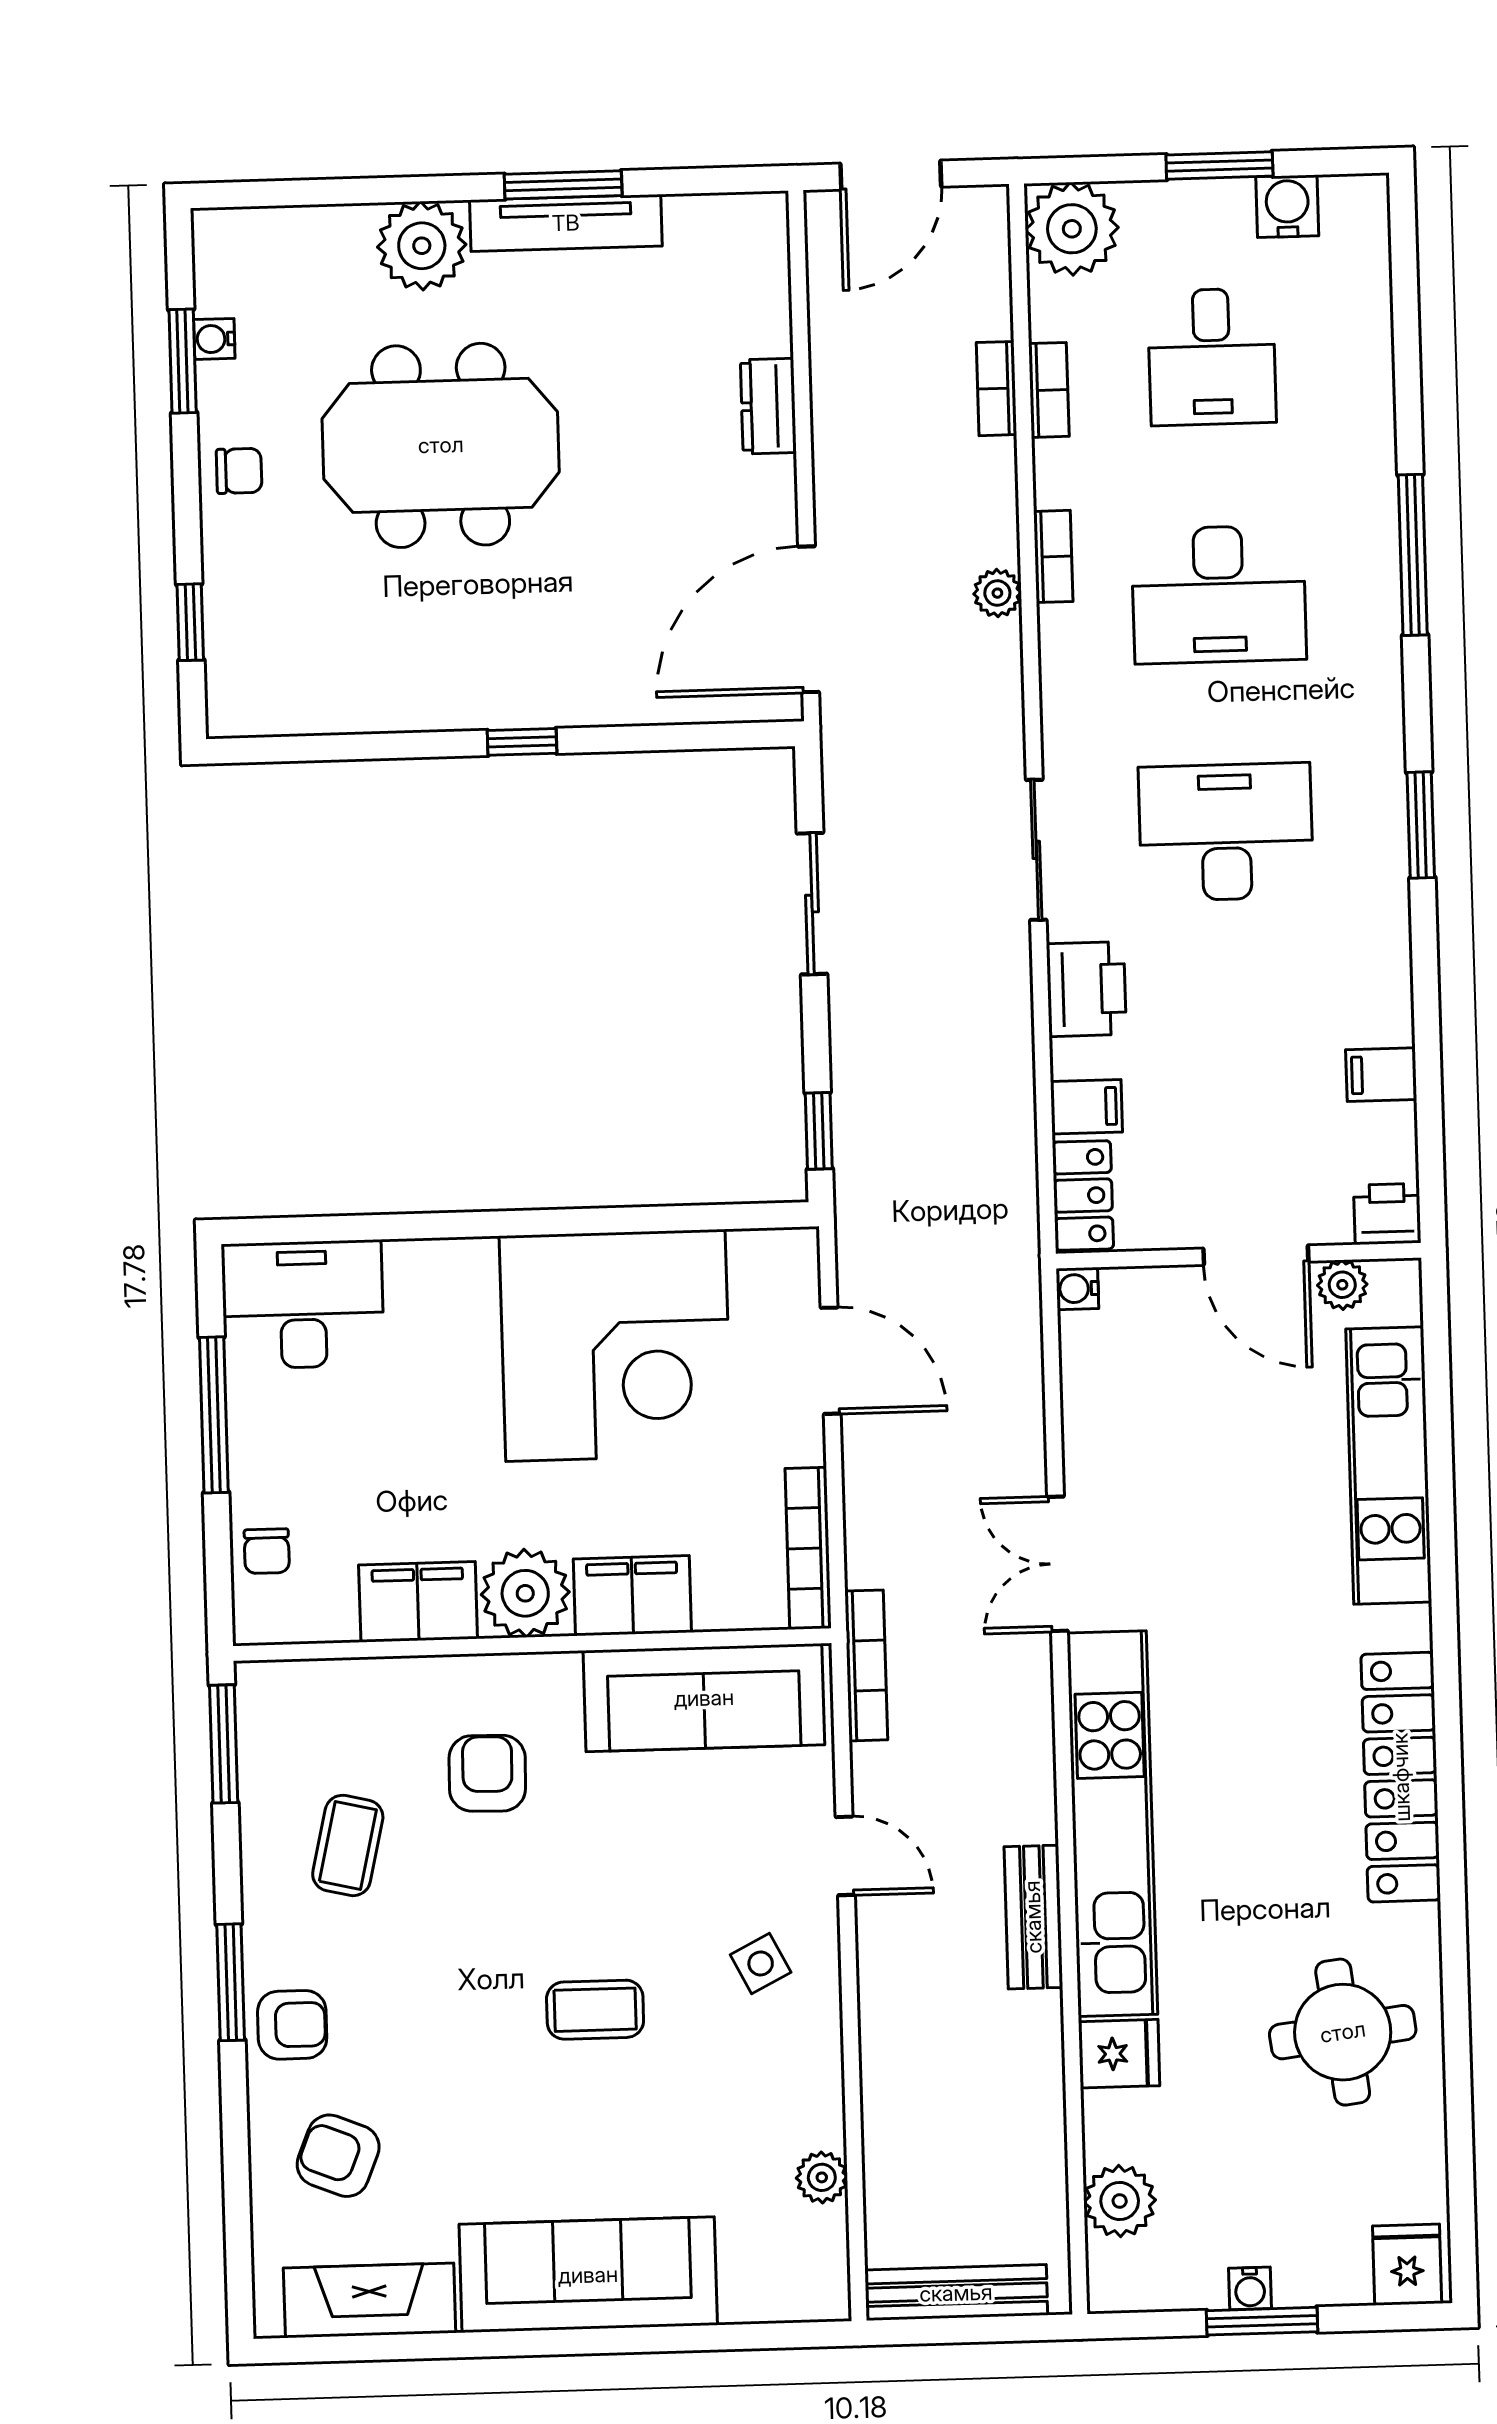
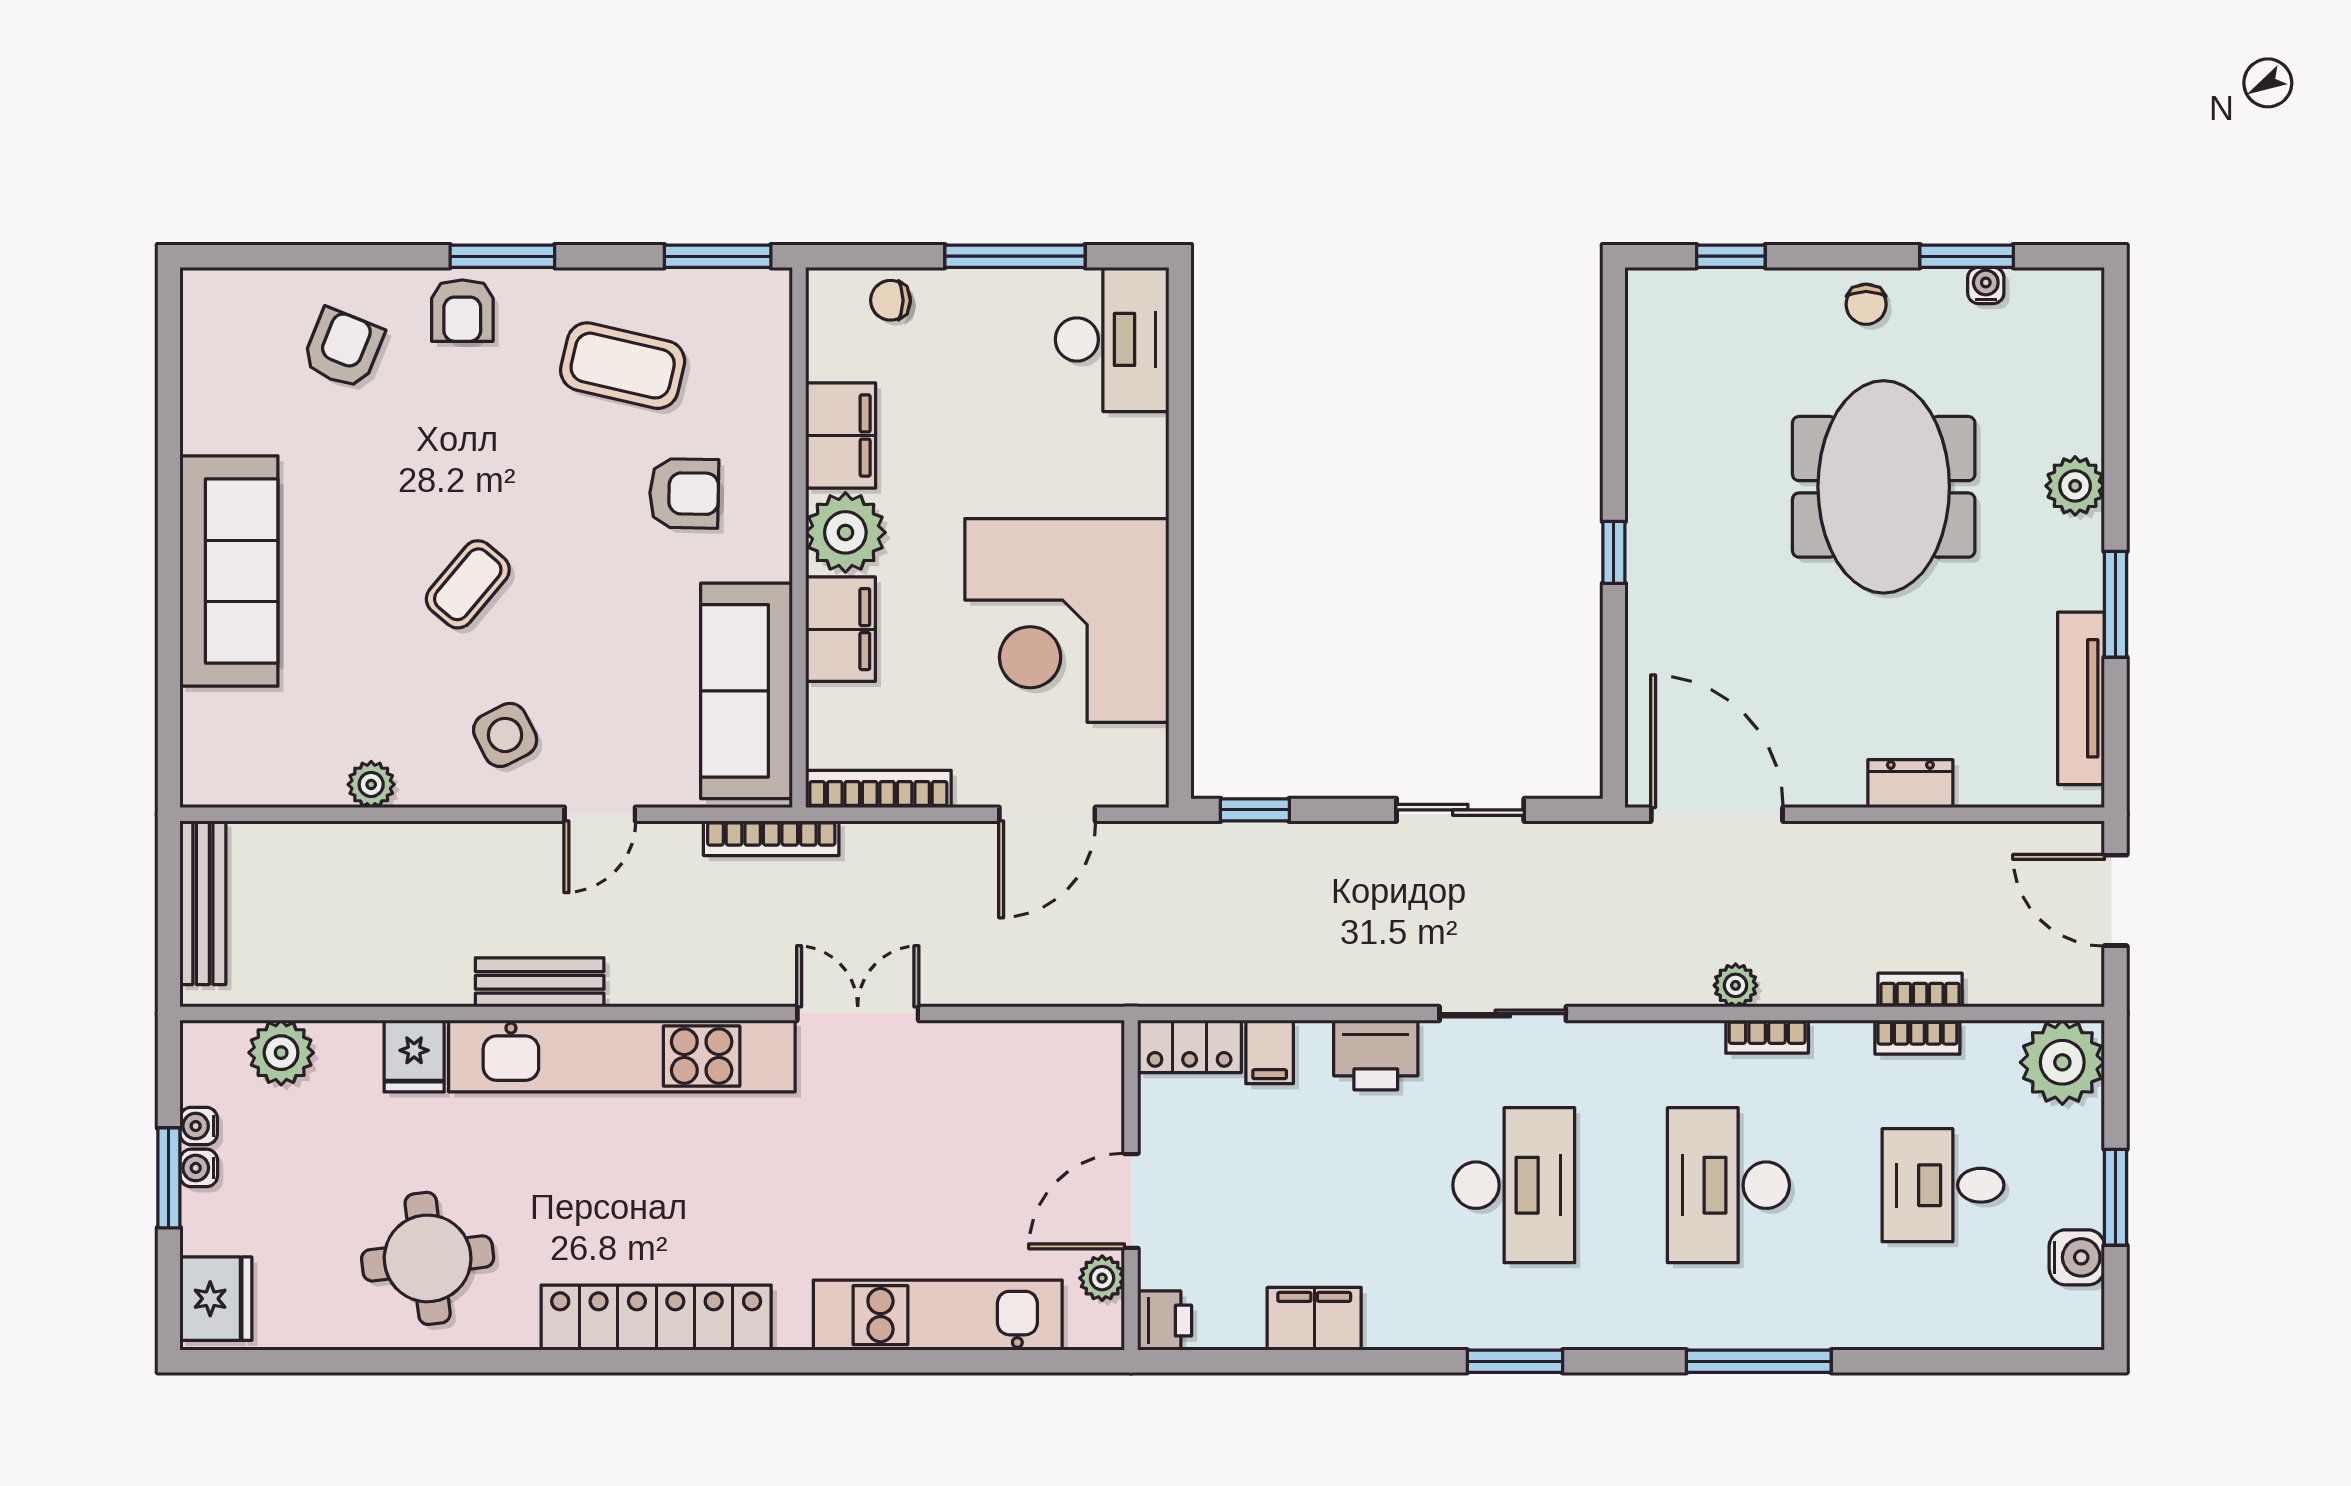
tv unit: (566, 223) -> (2081, 698), moved
plant: (422, 246) -> (2075, 486), width x0.73, depth x0.73
filing cabinet: (1381, 1075) -> (1314, 1319), width x2.00
water cooler: (1077, 1288) -> (199, 1126), moved, turned -90
coffee table: (348, 1845) -> (623, 366), width x1.36, depth x1.30
side table: (761, 1963) -> (505, 735), width x1.37, depth x1.37
coffee table: (595, 2010) -> (468, 584), turned 40
plant: (822, 2177) -> (371, 784), moved
fridge: (1407, 2265) -> (216, 1299), width x1.38
fireplace: (370, 2300) -> (212, 373), removed

